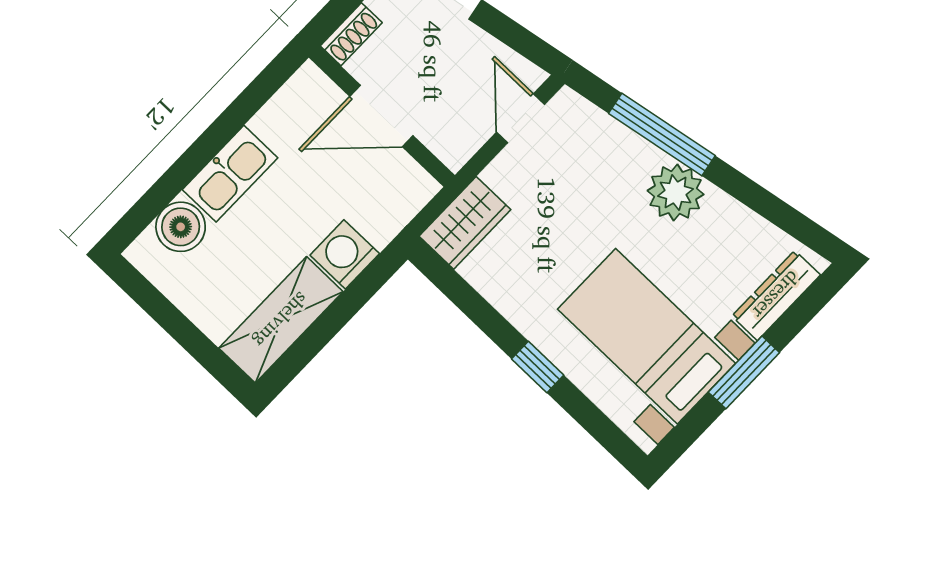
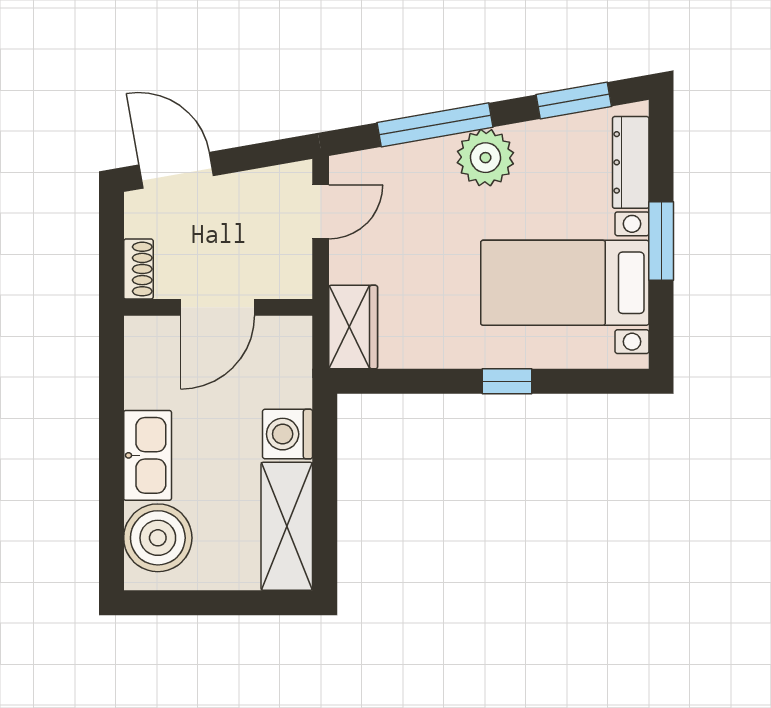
door: (521, 118) -> (321, 212), swing flipped
window: (778, 212) -> (574, 100), added
boiler: (181, 227) -> (158, 538), width x1.37, depth x1.37

